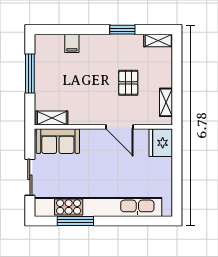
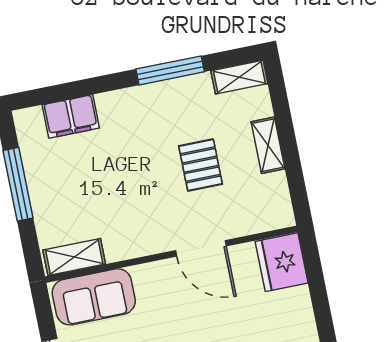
window: (122, 30) -> (170, 70), width x1.44
filing cabinet: (72, 43) -> (71, 116), width x2.00
shelving: (166, 102) -> (268, 145), moved

